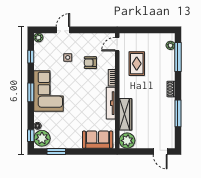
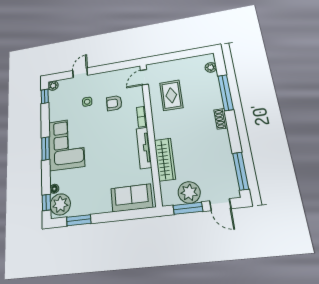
window: (31, 57) -> (45, 96), moved
window: (178, 57) -> (226, 93), moved
window: (178, 113) -> (241, 171), moved
plant: (127, 141) -> (189, 192), moved
window: (137, 152) -> (188, 208), added

